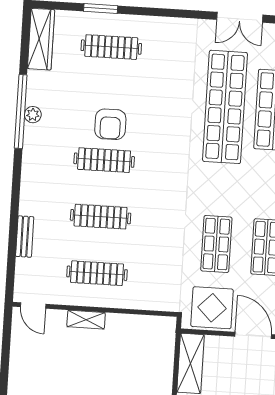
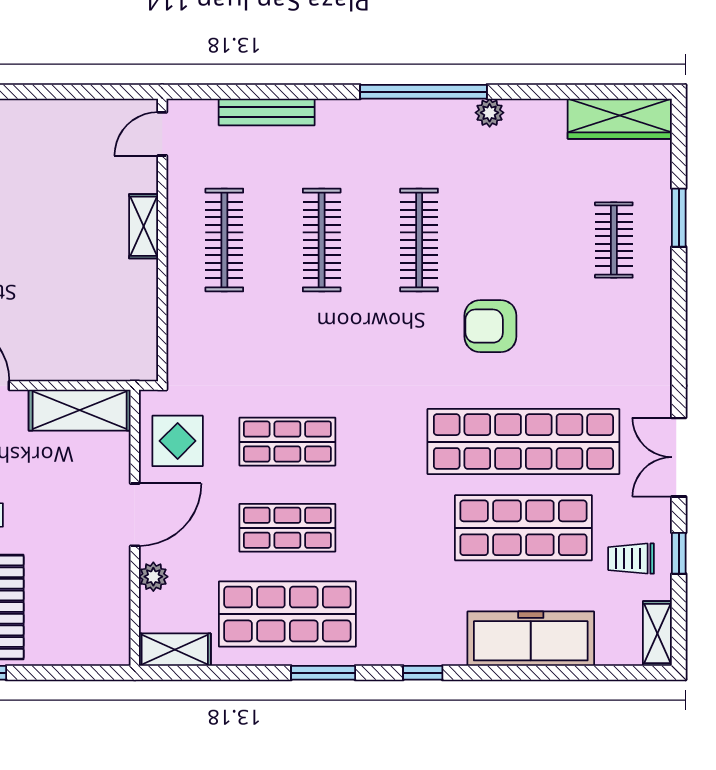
clothes rail: (111, 47) -> (614, 240), width x0.73
window: (21, 111) -> (423, 92), moved
armchair: (110, 124) -> (490, 326), moved
bench: (25, 237) -> (267, 112), width x1.36
display table: (212, 308) -> (178, 441), width x0.73, depth x0.73

